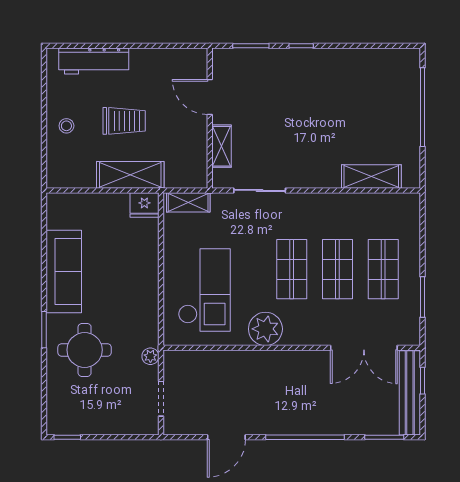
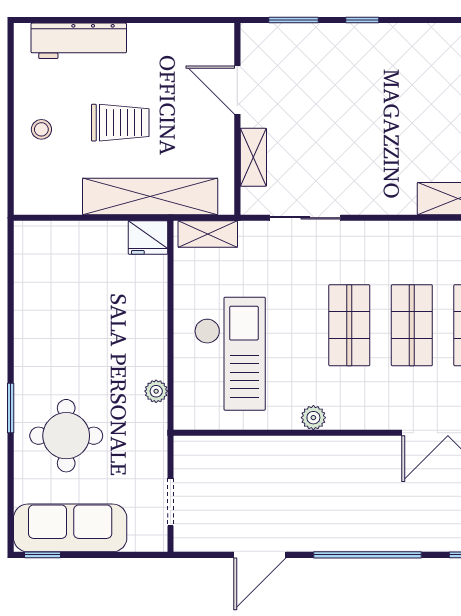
shelving: (130, 175) -> (150, 196), width x1.47
sofa: (64, 272) -> (70, 528), moved, turned -90
plant: (265, 329) -> (313, 418), width x0.53, depth x0.53
plant: (150, 356) -> (156, 391), moved

